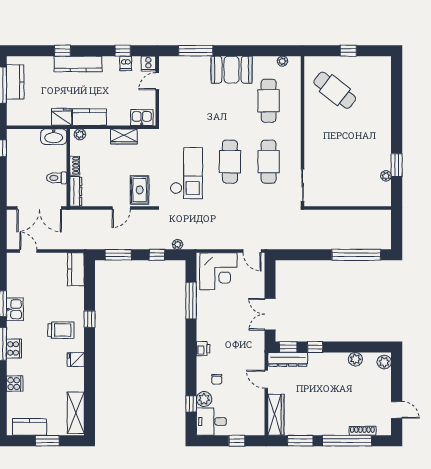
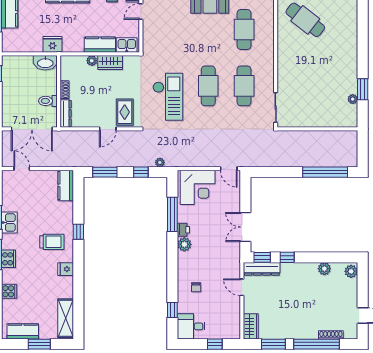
kitchen counter: (90, 117) -> (100, 45), moved
plant: (80, 134) -> (92, 61), moved
printer: (203, 349) -> (183, 230), moved
plant: (204, 399) -> (184, 244), moved
wardrobe: (276, 415) -> (251, 326), width x0.67

